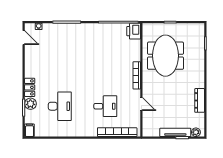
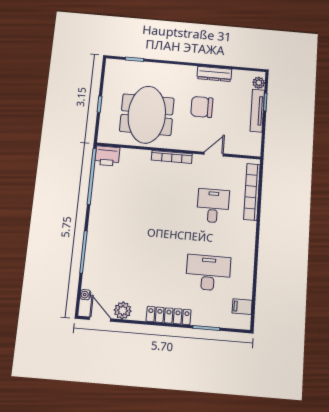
door: (24, 38) -> (100, 319), hinge flipped
meeting table: (165, 56) -> (147, 115), turned 90
locker: (30, 87) -> (169, 316), width x1.53
chair: (174, 93) -> (202, 107), added
plant: (30, 104) -> (123, 310), moved
filing cabinet: (29, 130) -> (242, 307), moved

